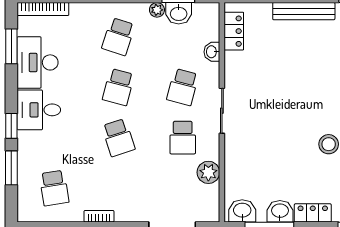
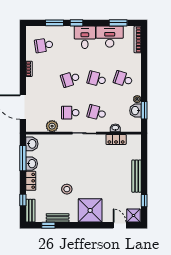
locker: (234, 31) -> (116, 139), moved

